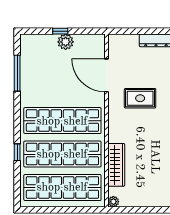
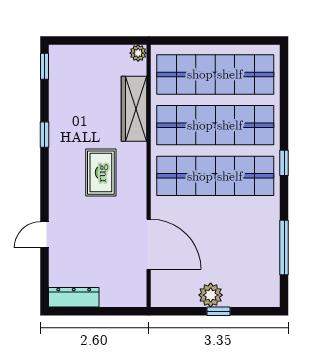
rug: (140, 98) -> (101, 173), moved, turned 90
window: (17, 152) -> (284, 163), moved

